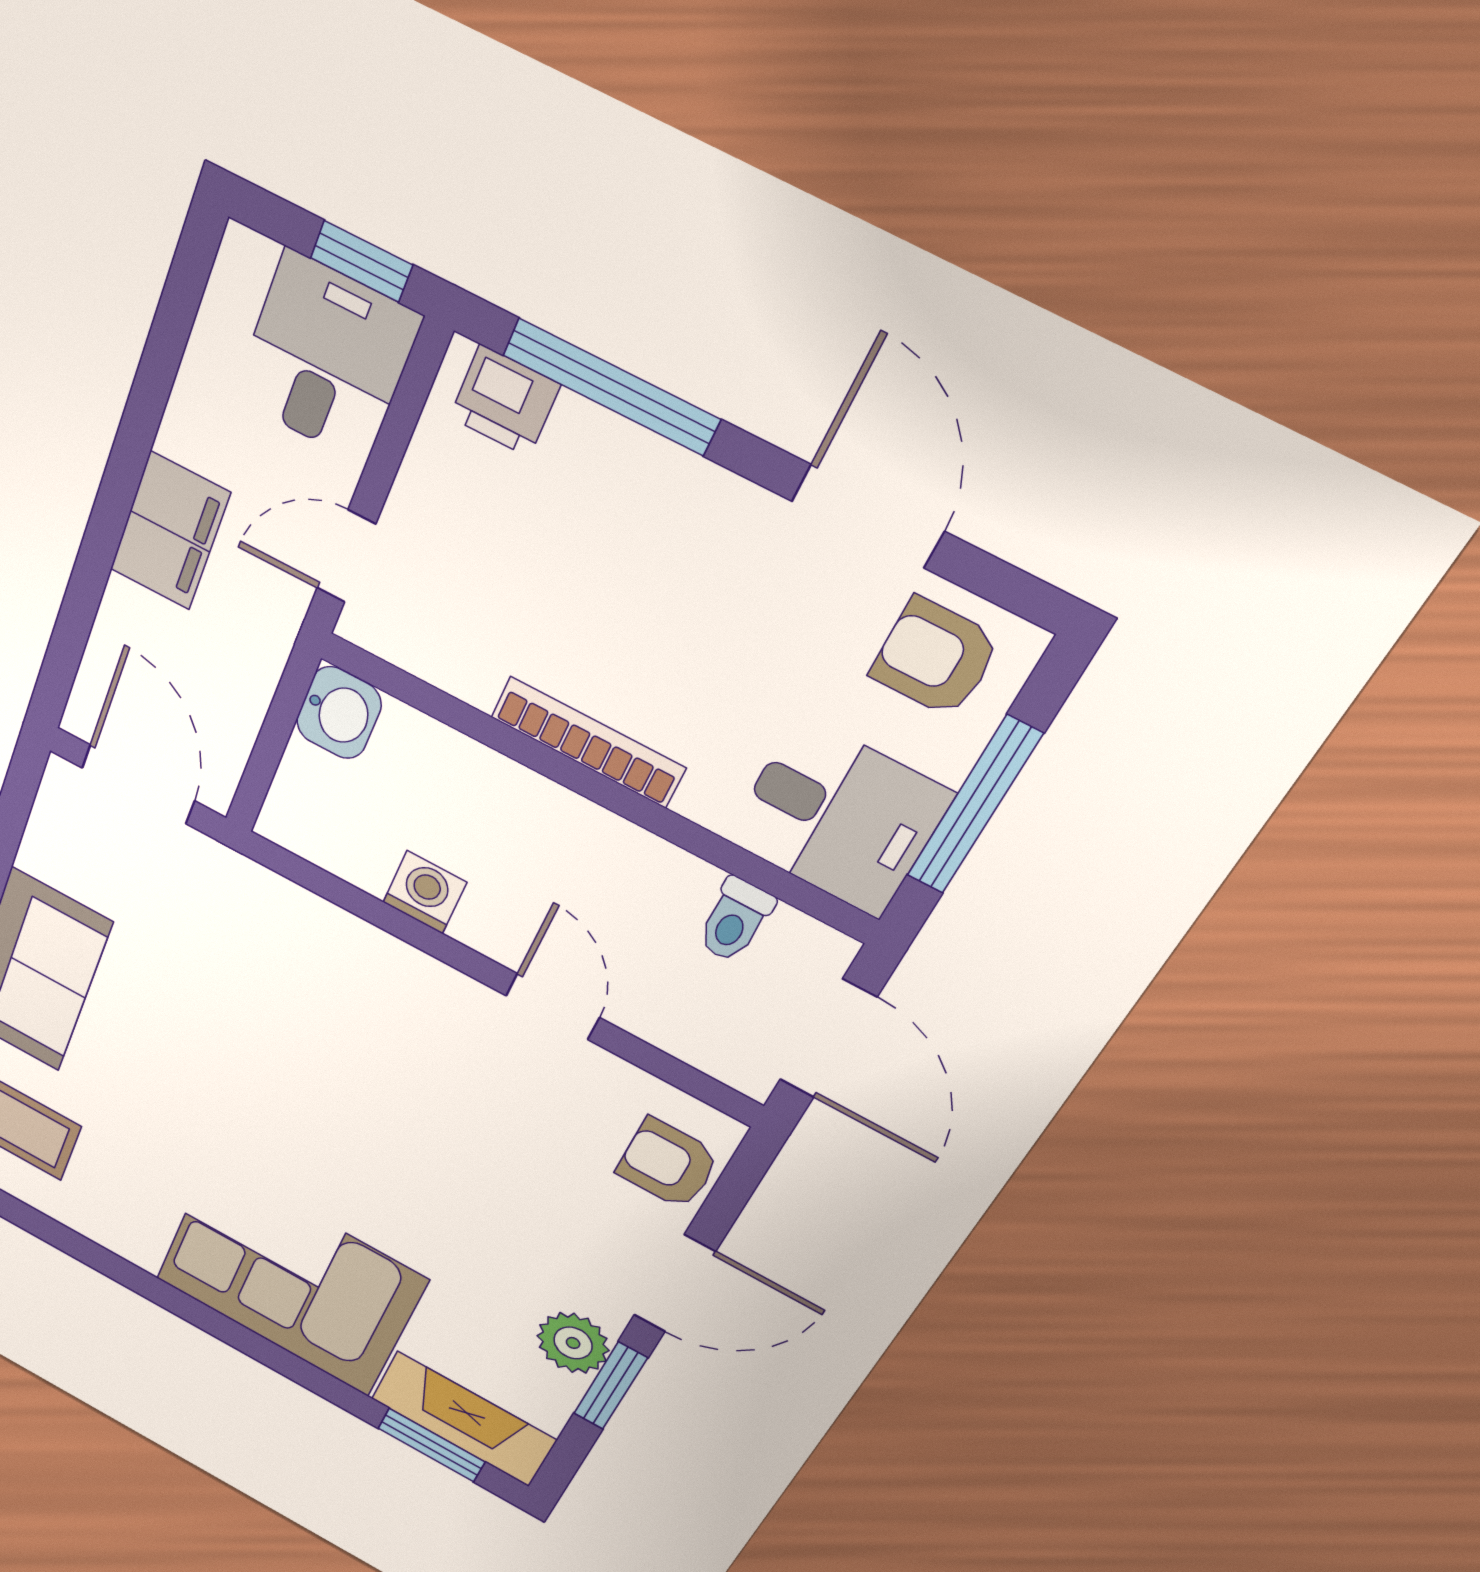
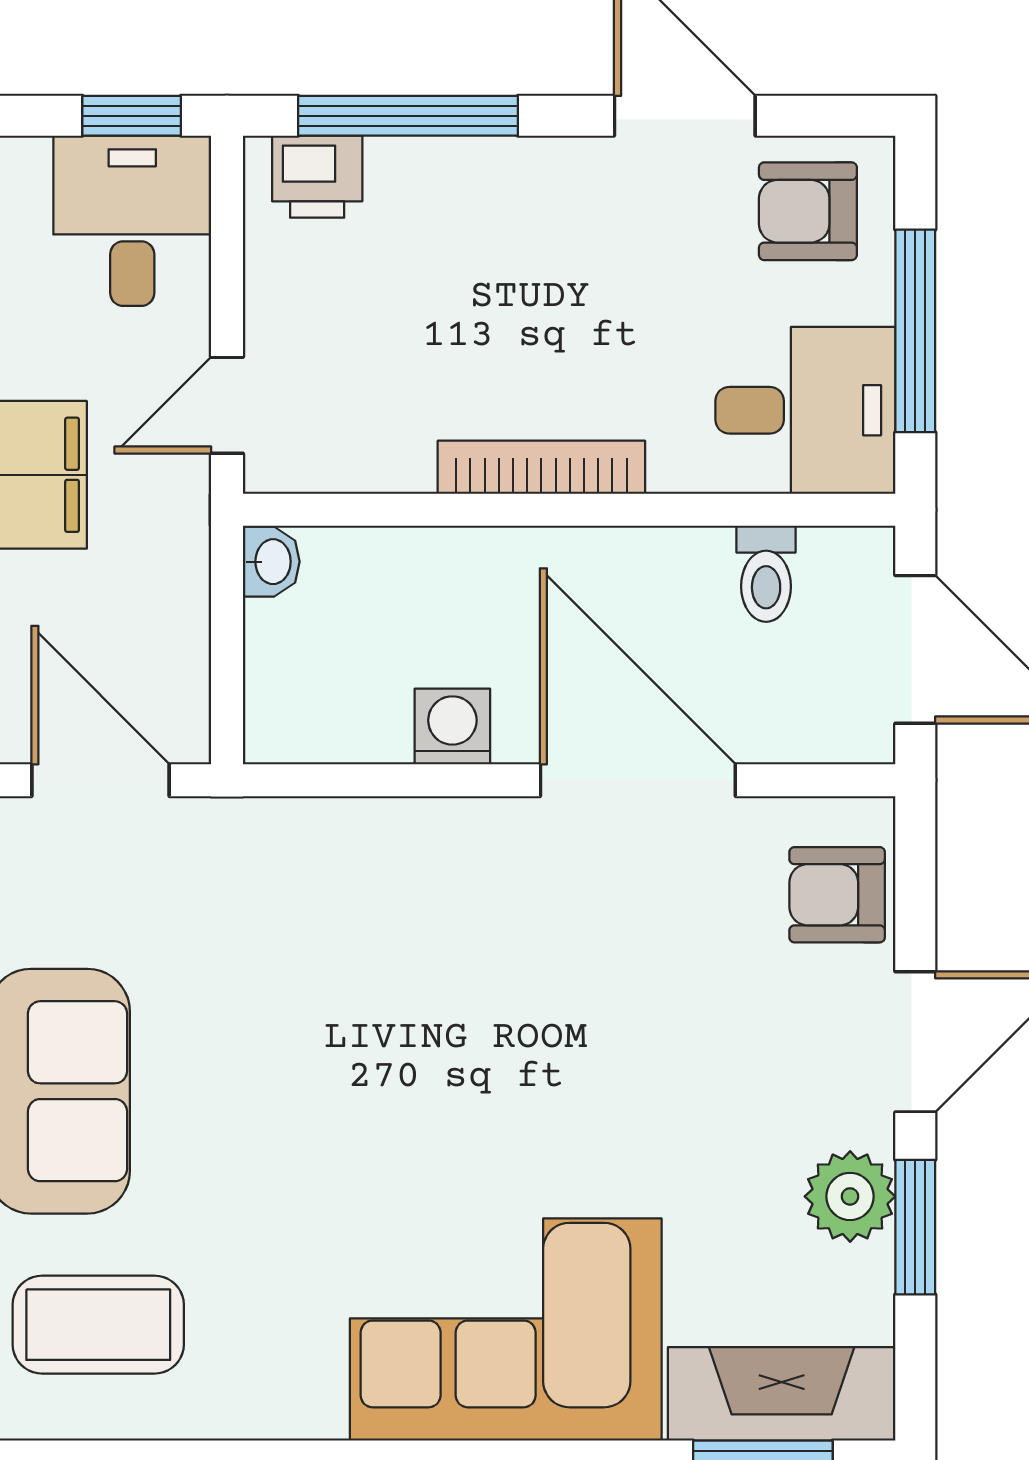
washbasin: (339, 713) -> (271, 562), width x0.72, depth x0.69
door: (553, 1007) -> (638, 780), width x1.87

